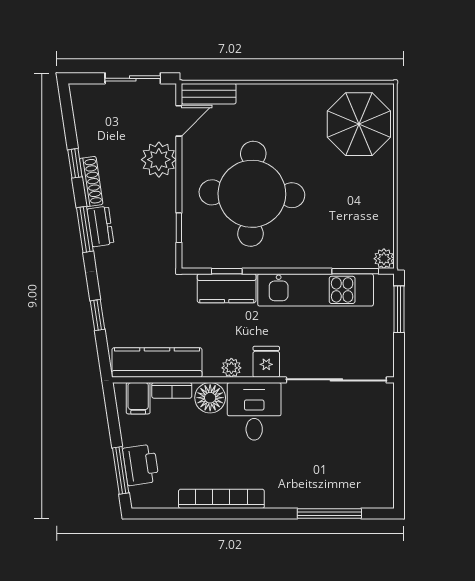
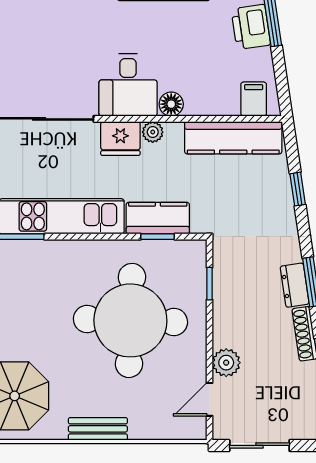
bench: (209, 94) -> (98, 429), moved
plant: (159, 160) -> (226, 363), width x0.73, depth x0.73
fridge: (266, 362) -> (120, 138), width x1.38
bookcase: (172, 390) -> (217, 108), removed
floor lamp: (210, 398) -> (171, 104), width x0.73, depth x0.73

